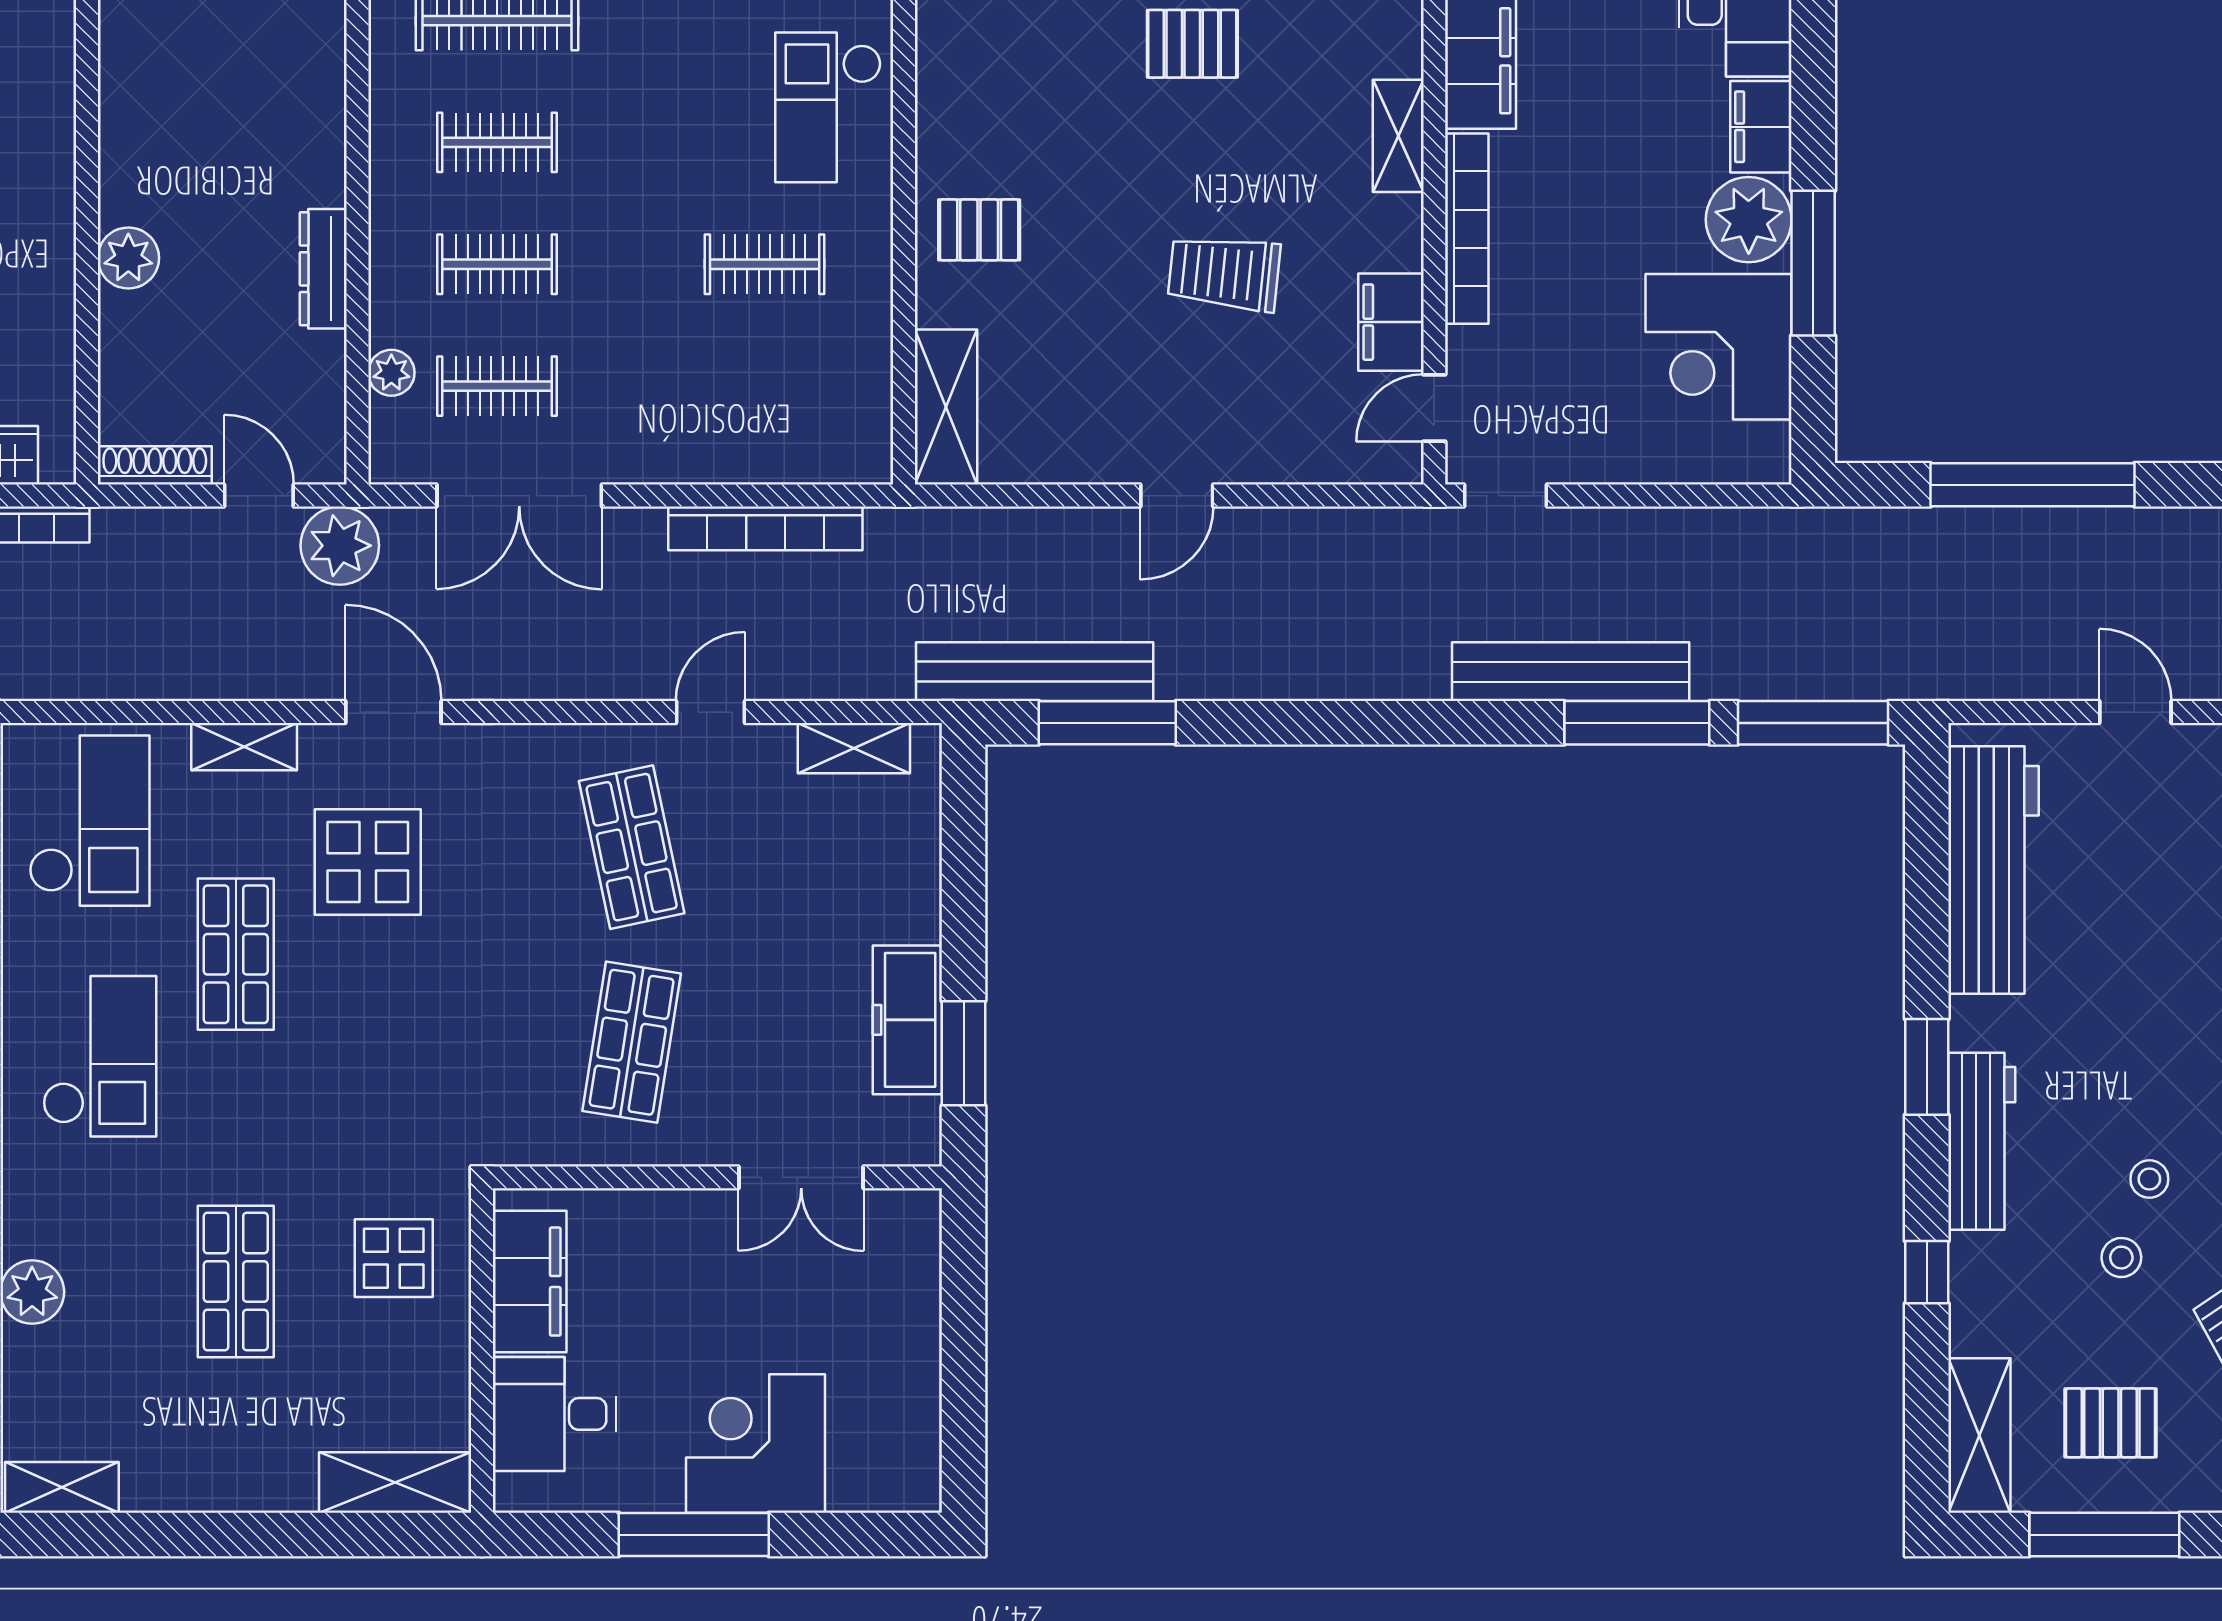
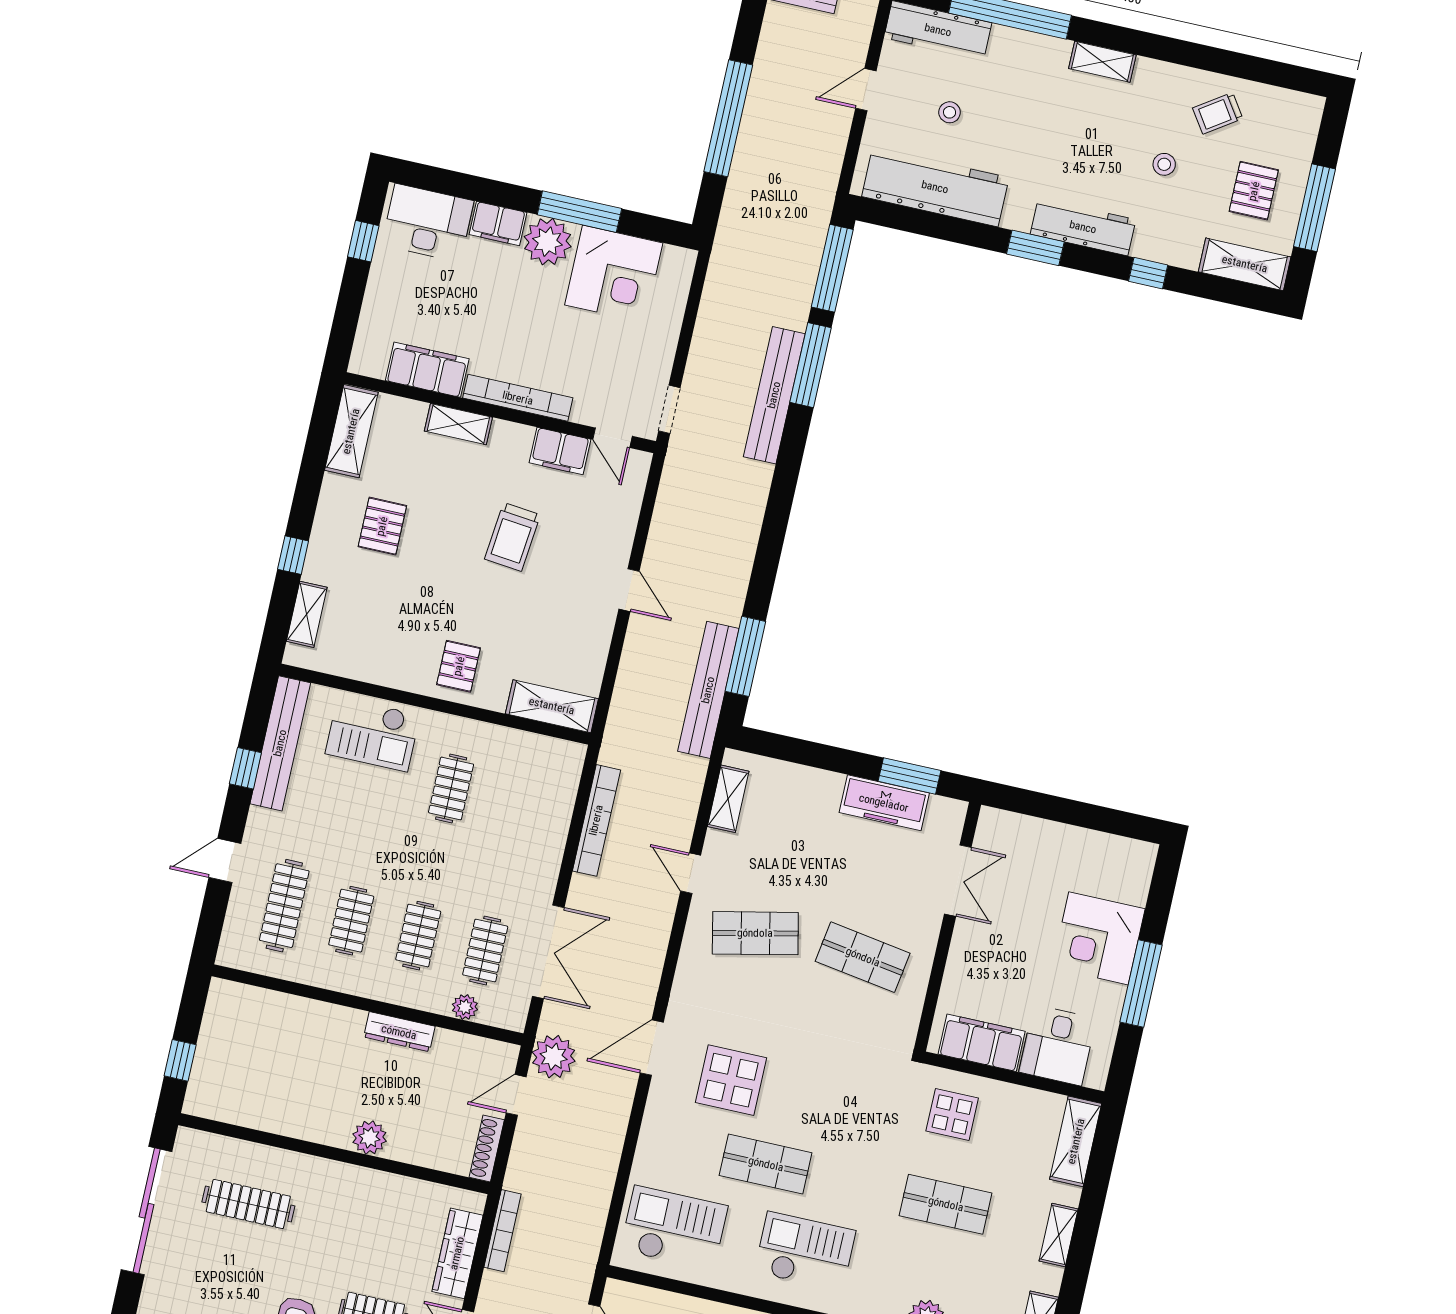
shelving: (244, 747) -> (1059, 1235), moved
stool: (2149, 1179) -> (950, 112), moved

